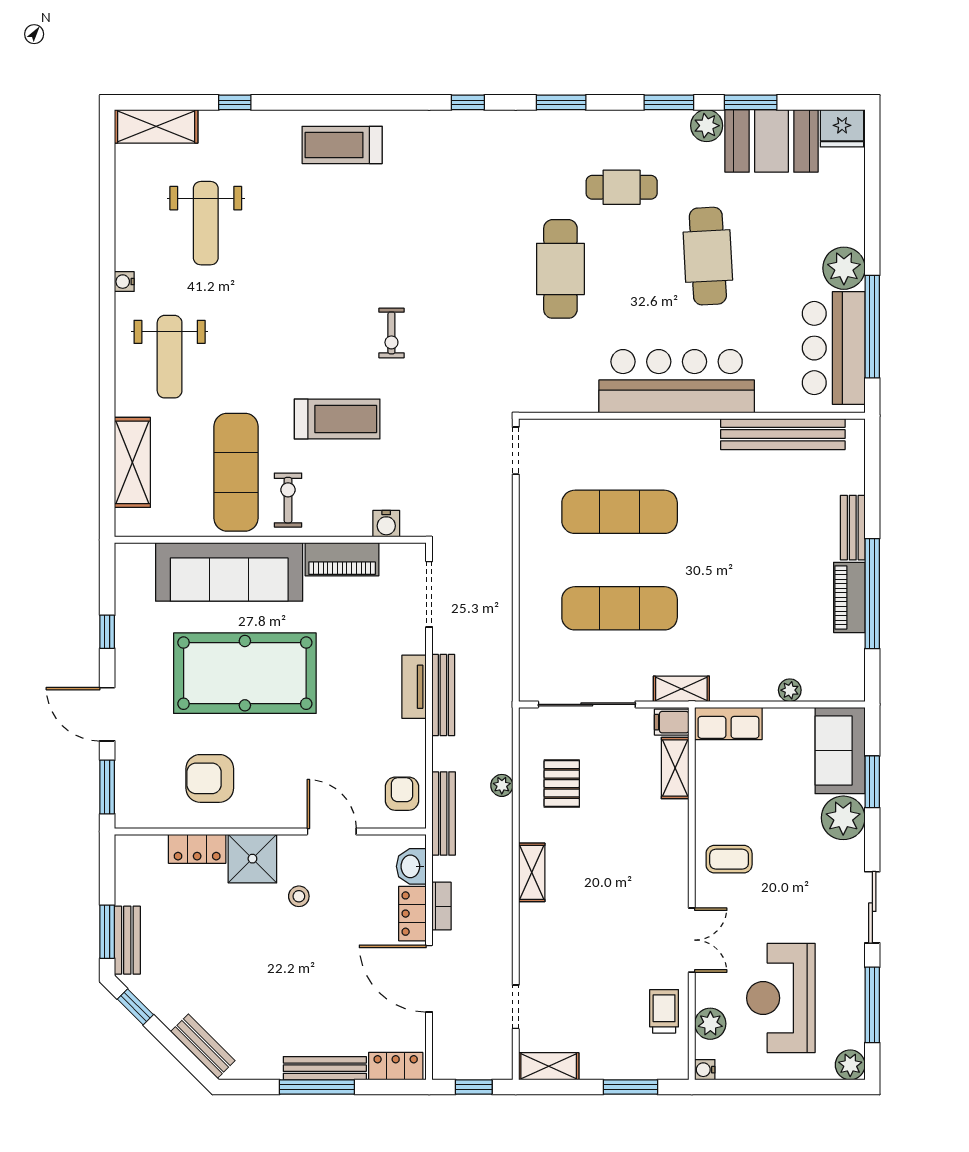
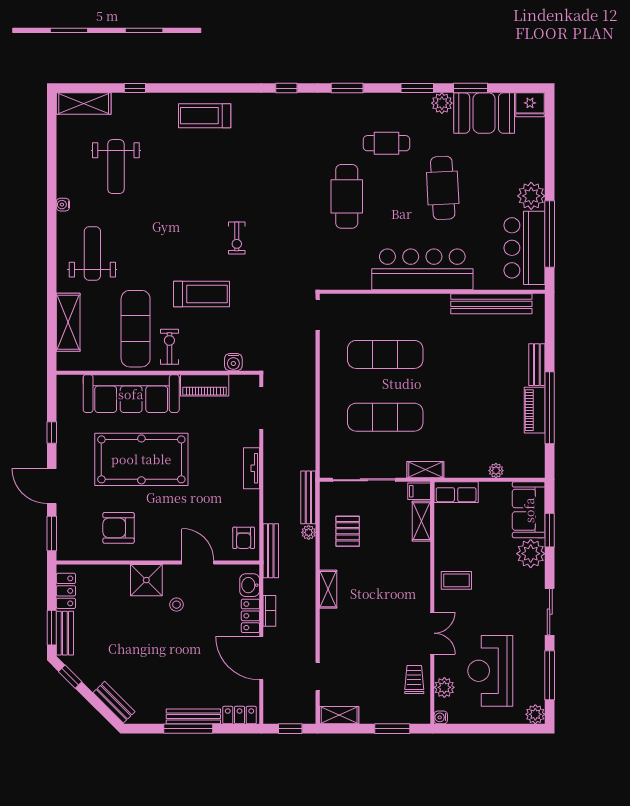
weight bench: (170, 357) -> (92, 253), turned 180
bench: (443, 695) -> (308, 497), moved
armchair: (402, 794) -> (244, 538), turned 180
locker: (197, 849) -> (66, 591), moved, turned -90

